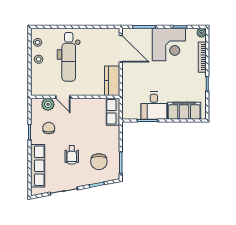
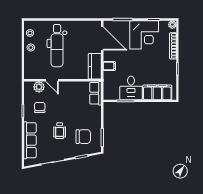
filing cabinet: (129, 80) -> (109, 66), added
chair: (99, 162) -> (83, 137), turned -90

